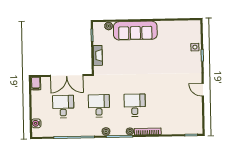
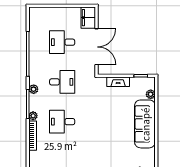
double door: (67, 75) -> (97, 47), swing flipped
filing cabinet: (36, 83) -> (88, 18), width x2.00
desk: (135, 105) -> (62, 122), turned 180
desk: (63, 107) -> (62, 42), turned 180
water cooler: (36, 123) -> (44, 12), removed

